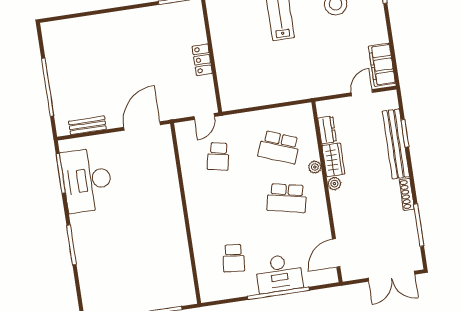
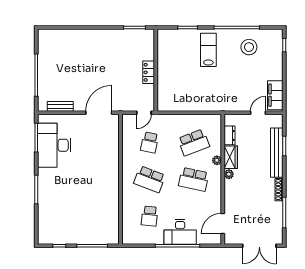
school desk: (279, 147) -> (194, 143), turned -42
school desk: (226, 207) -> (150, 179), added

